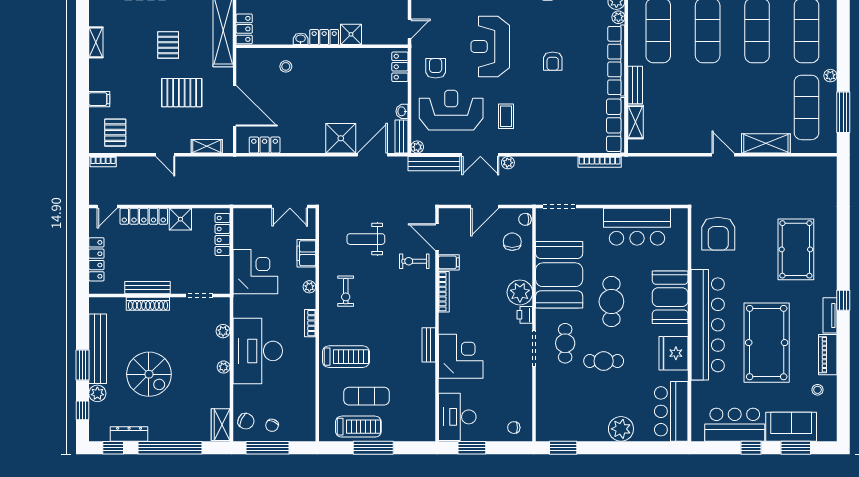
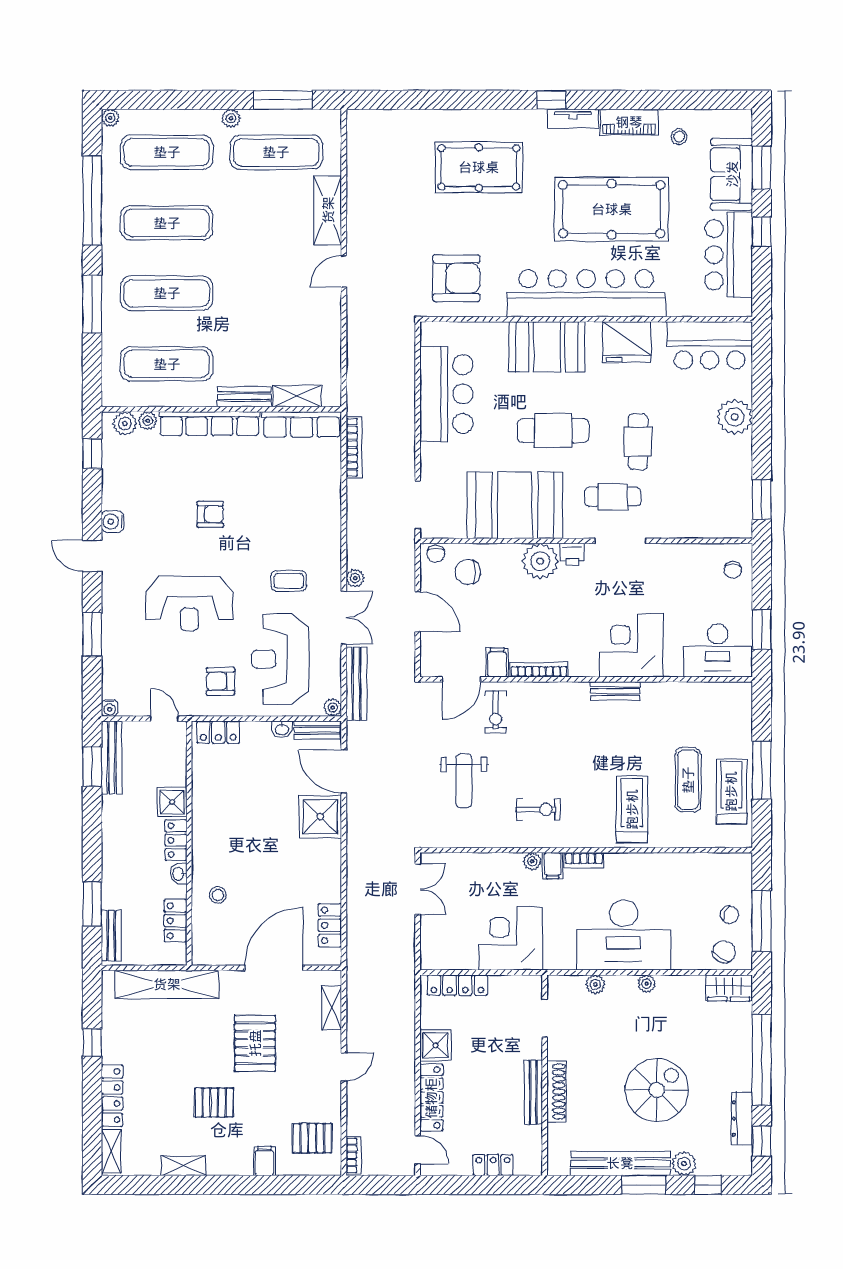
locker: (244, 29) -> (175, 921), moved, turned -90
pallet: (168, 45) -> (214, 1103), moved
filing cabinet: (306, 253) -> (553, 866), moved, width x0.50
locker: (96, 259) -> (493, 1165), width x0.66

